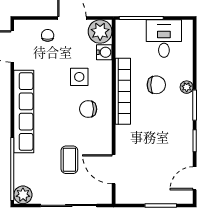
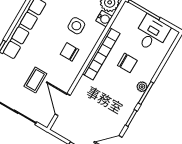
plant: (187, 87) -> (142, 87), moved

